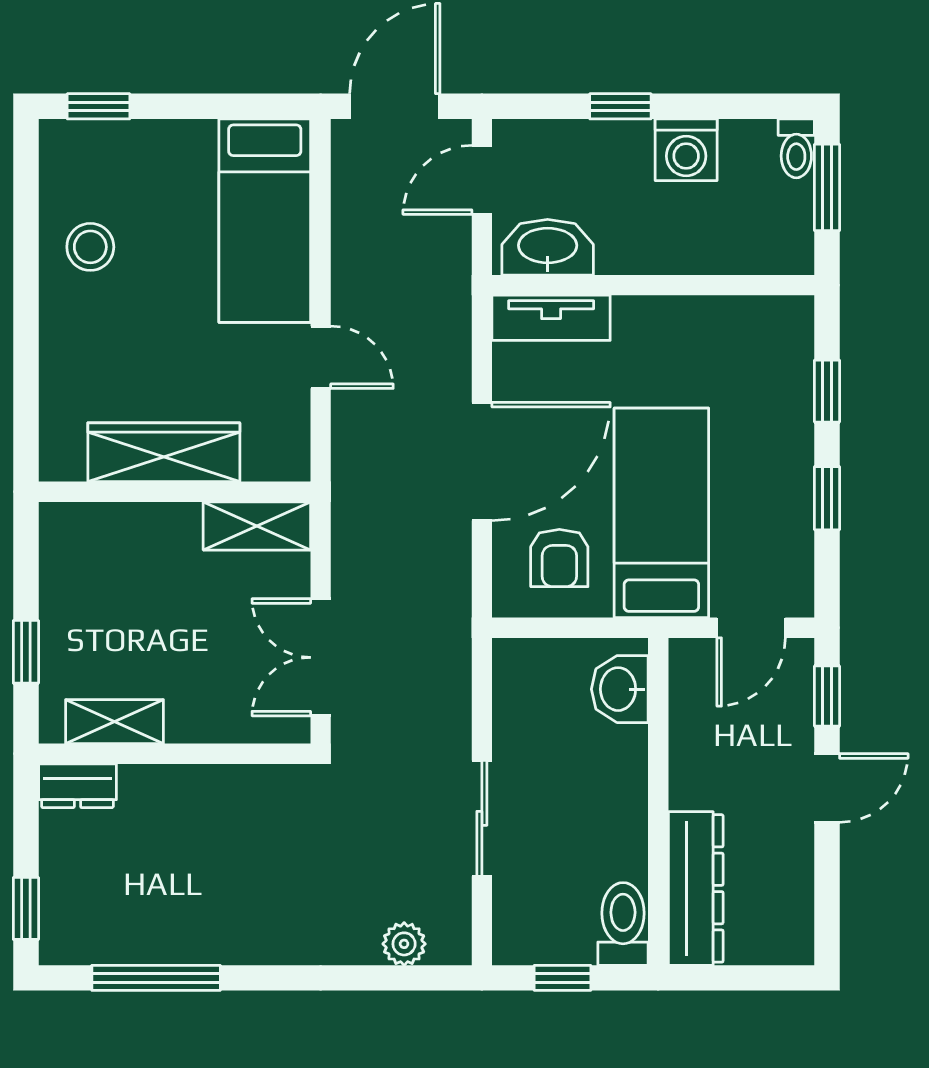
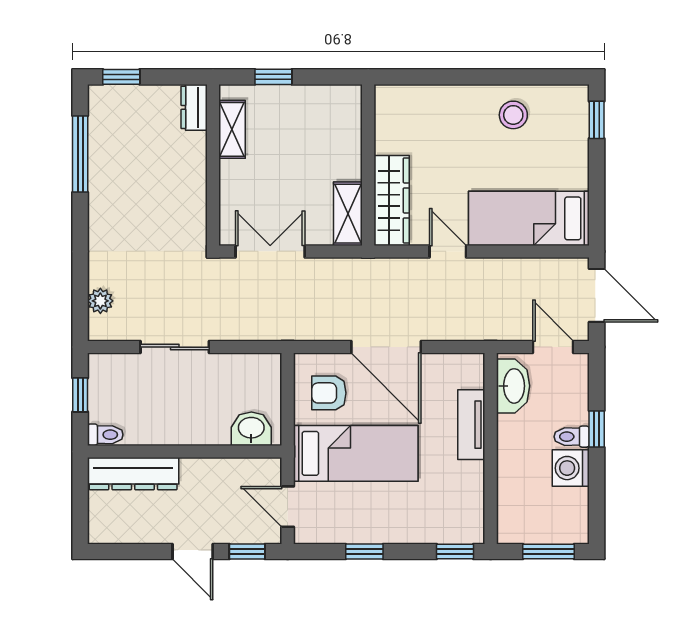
toilet: (796, 148) -> (572, 437), moved
tv unit: (551, 318) -> (471, 425), moved
door: (321, 357) -> (448, 251), swing flipped
window: (827, 391) -> (455, 551), moved
wardrobe: (164, 452) -> (392, 200), moved
toilet: (623, 924) -> (105, 435), width x0.73, depth x0.72

